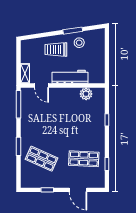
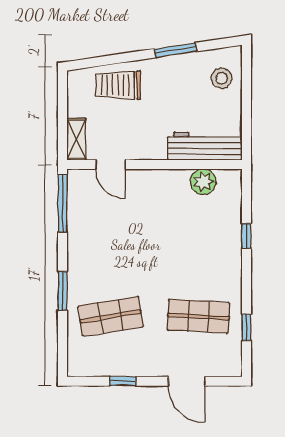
stool: (79, 43) -> (221, 78), moved
trolley: (56, 49) -> (118, 85), moved
workbench: (70, 77) -> (205, 146), moved
shop shelf: (41, 159) -> (111, 316), turned -33

